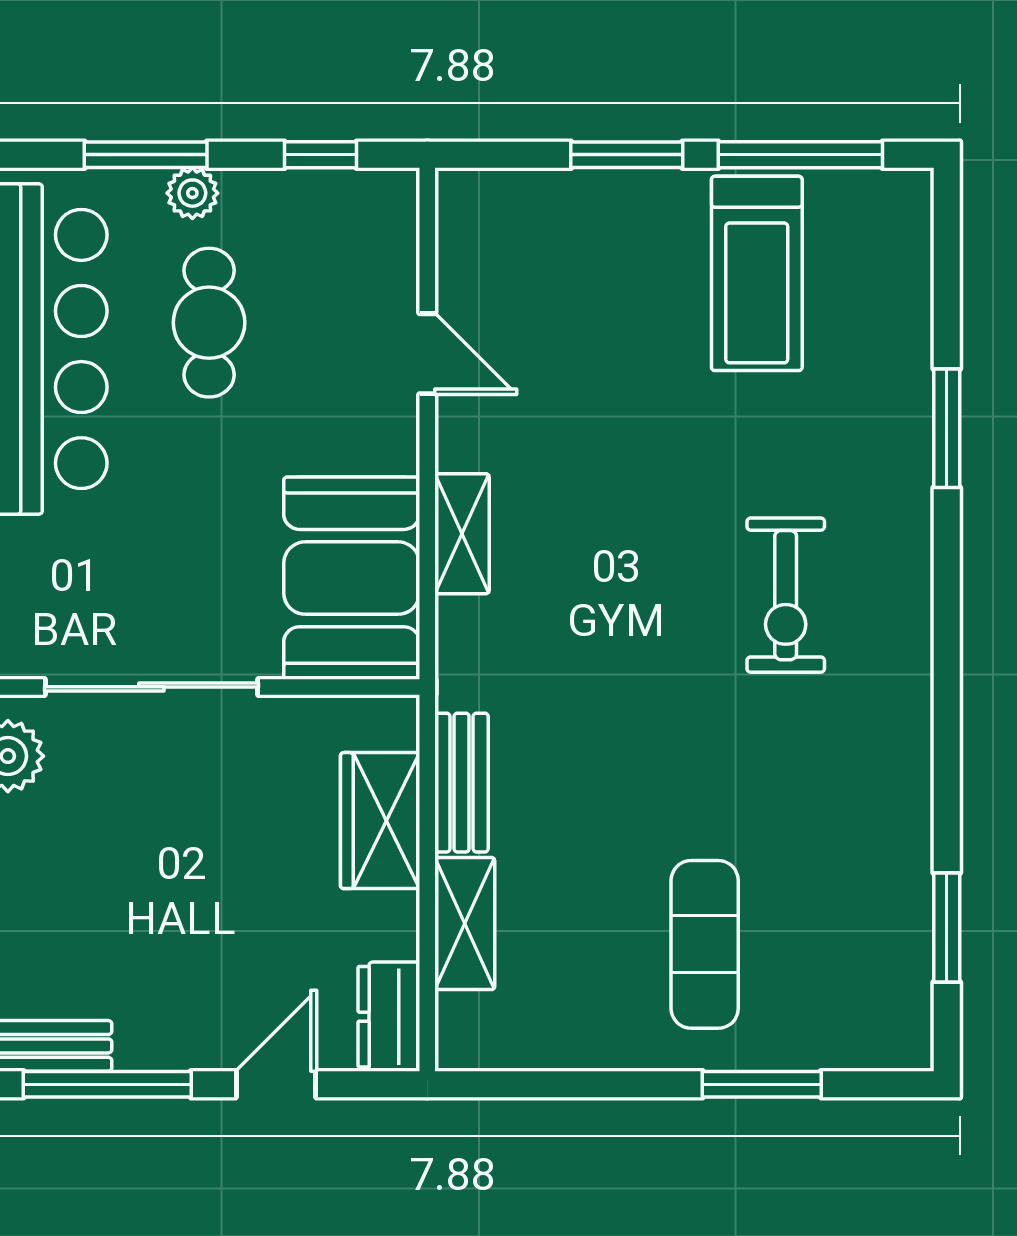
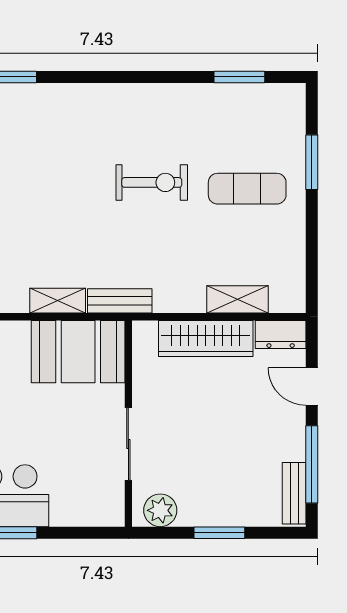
exercise bike: (786, 595) -> (152, 182), moved
sliding door: (151, 687) -> (128, 444), width x0.73
bench: (462, 783) -> (120, 301), moved
wardrobe: (380, 821) -> (206, 339), width x1.50

